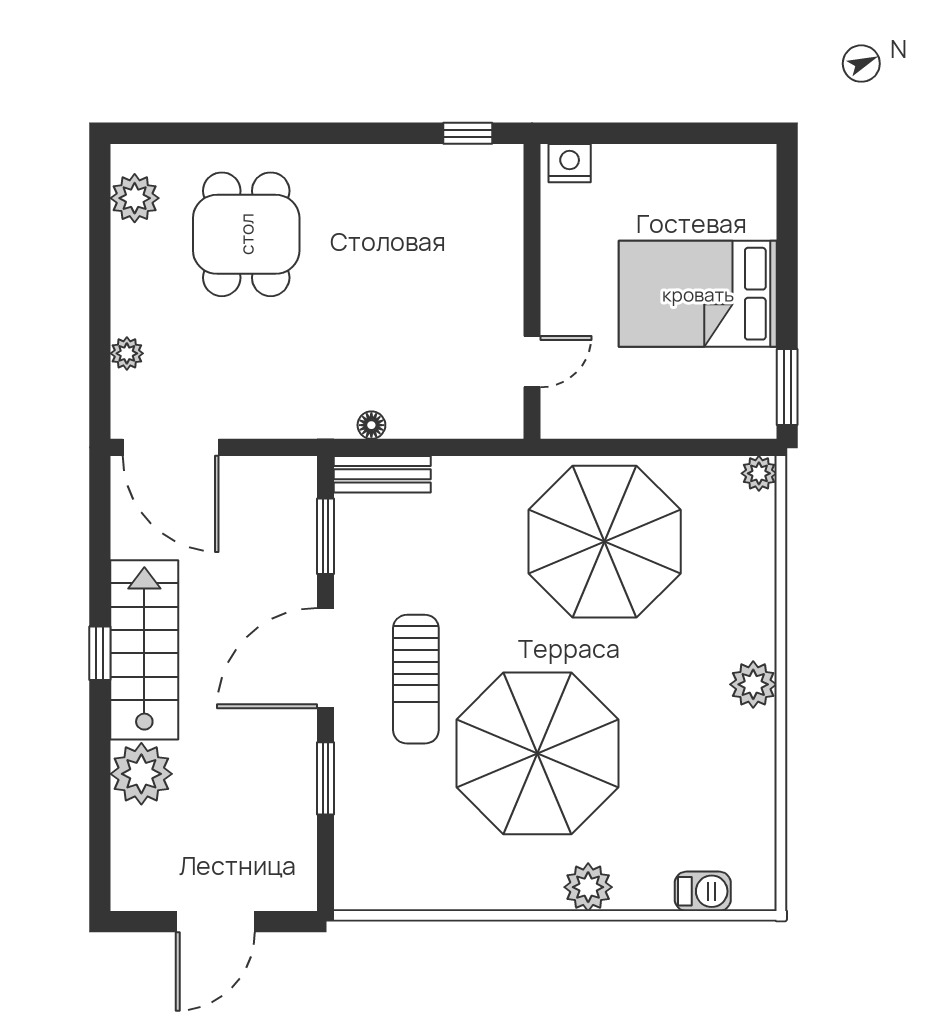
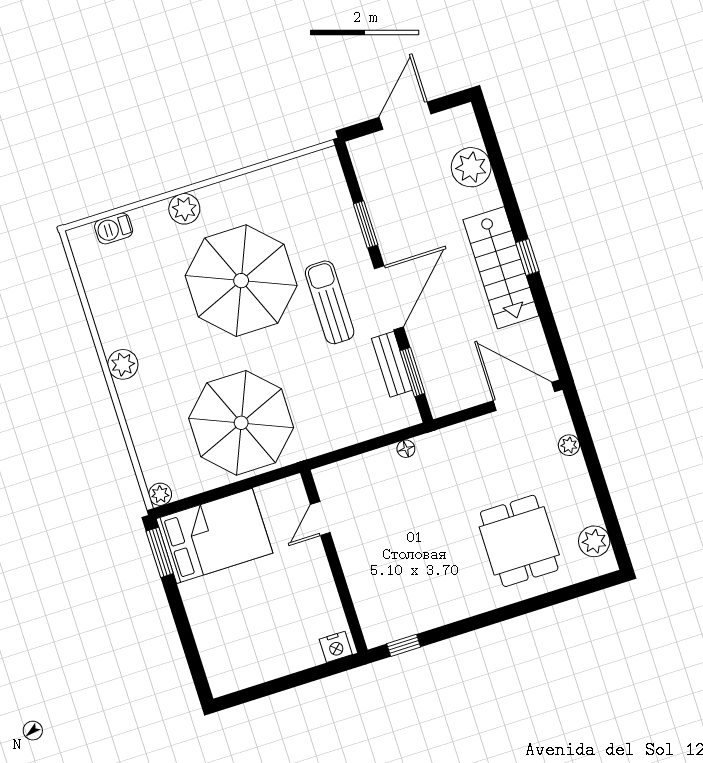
bed: (698, 294) -> (214, 536), moved
bench: (382, 474) -> (392, 364), moved, turned 90
plant: (141, 774) -> (471, 167), moved

